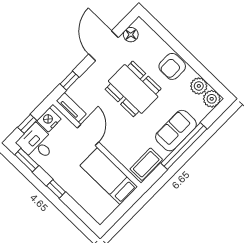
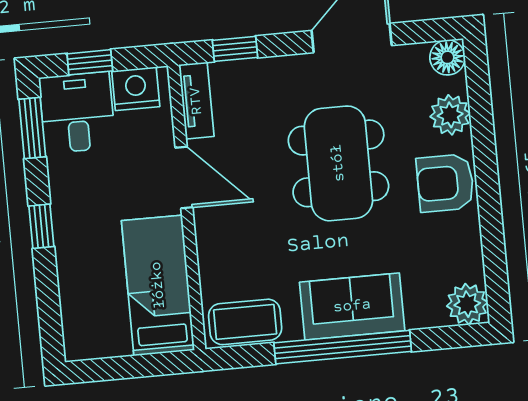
floor lamp: (131, 35) -> (447, 57), moved
plant: (199, 86) -> (450, 115), moved
door: (88, 135) -> (184, 177), hinge flipped

